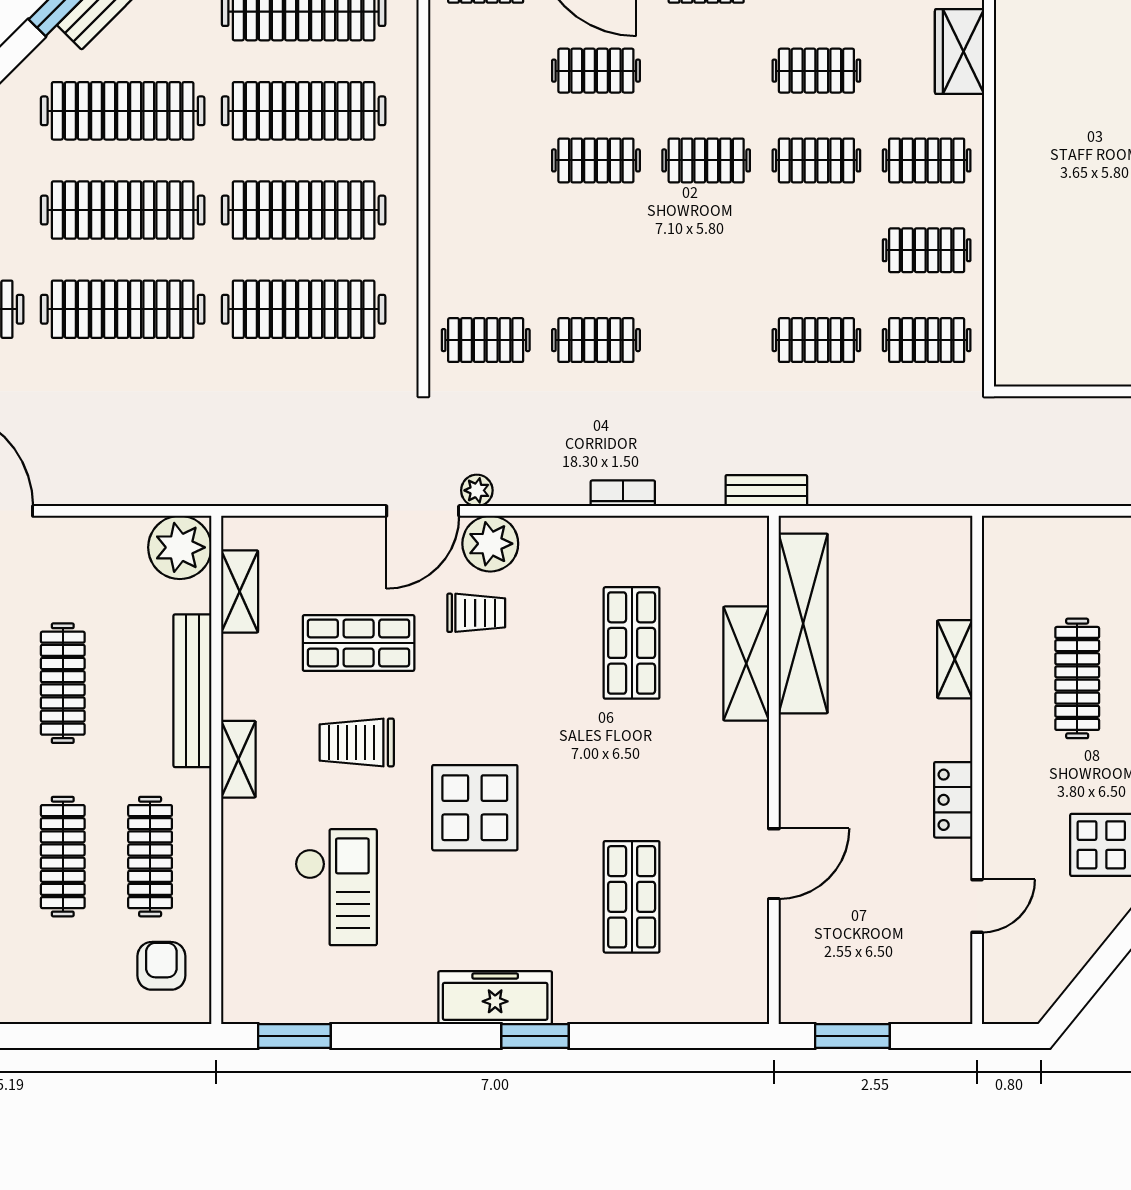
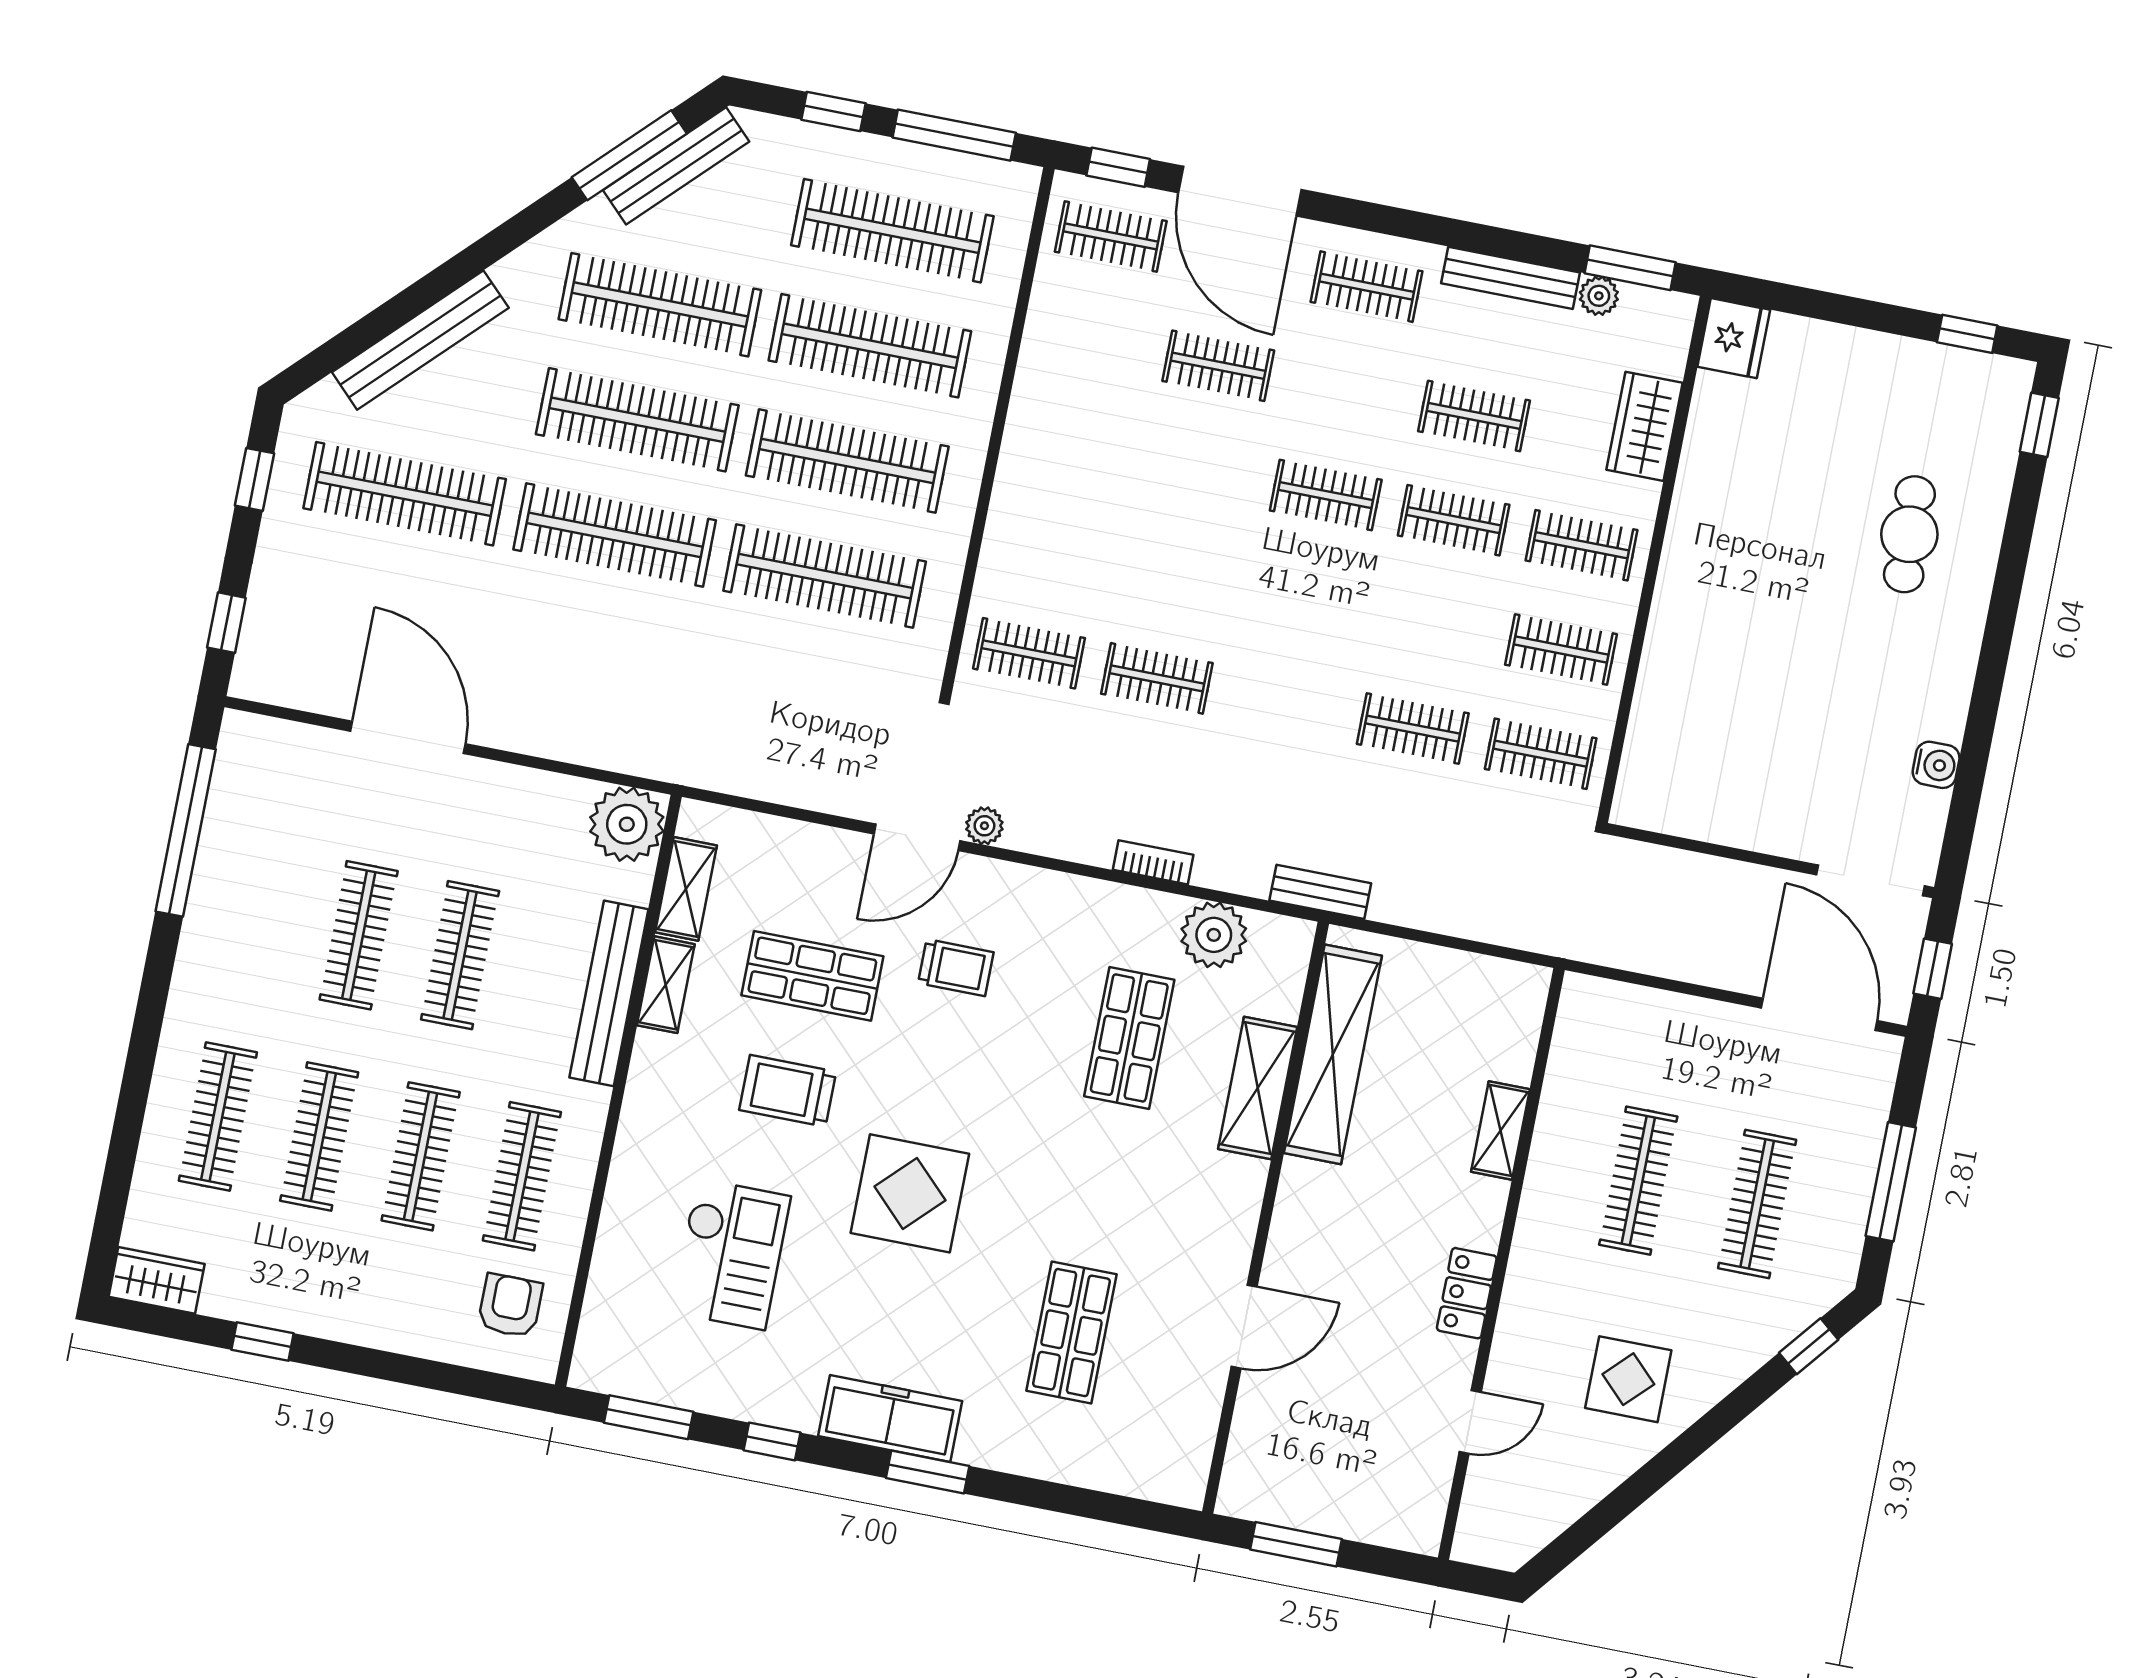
clothes rail: (596, 160) -> (1198, 470), removed
plant: (490, 544) -> (1214, 935), moved
shelving: (238, 759) -> (666, 985), moved
window: (401, 1036) -> (772, 1441), added

